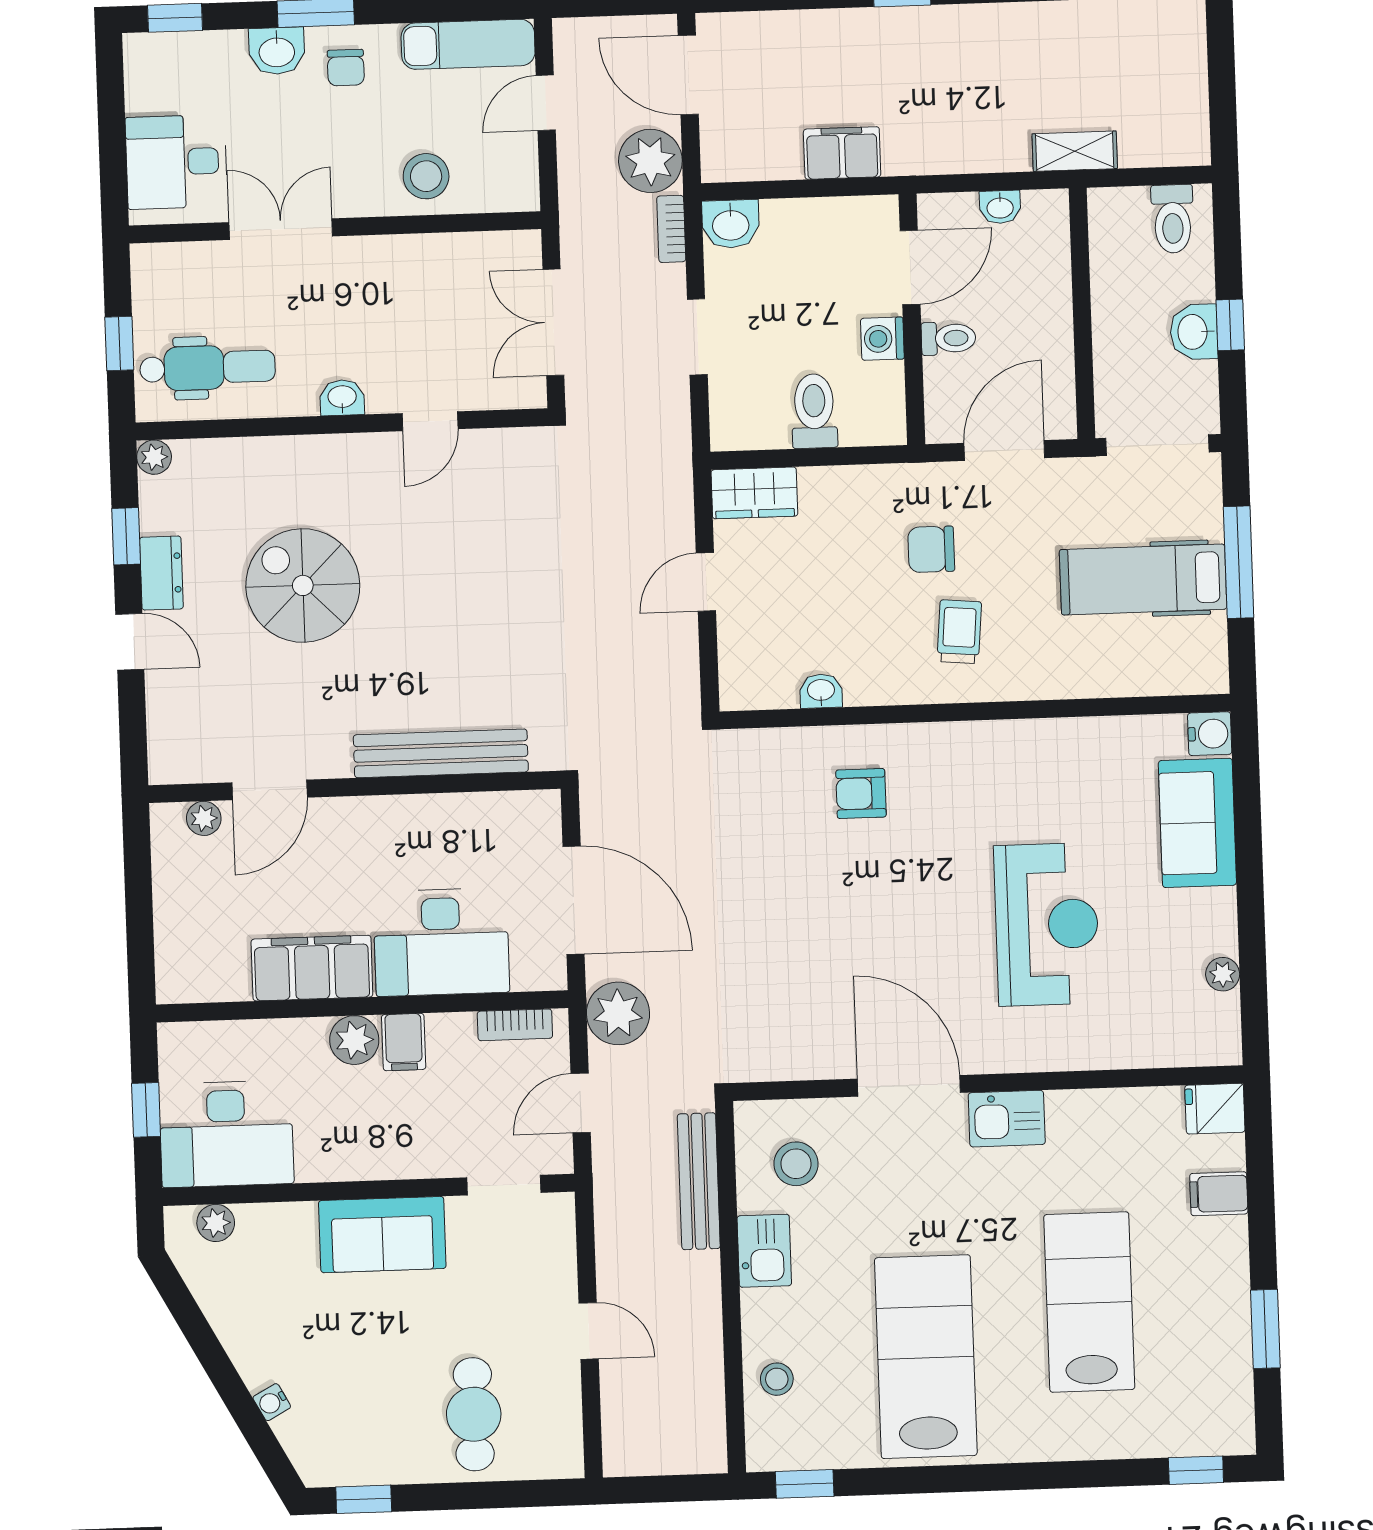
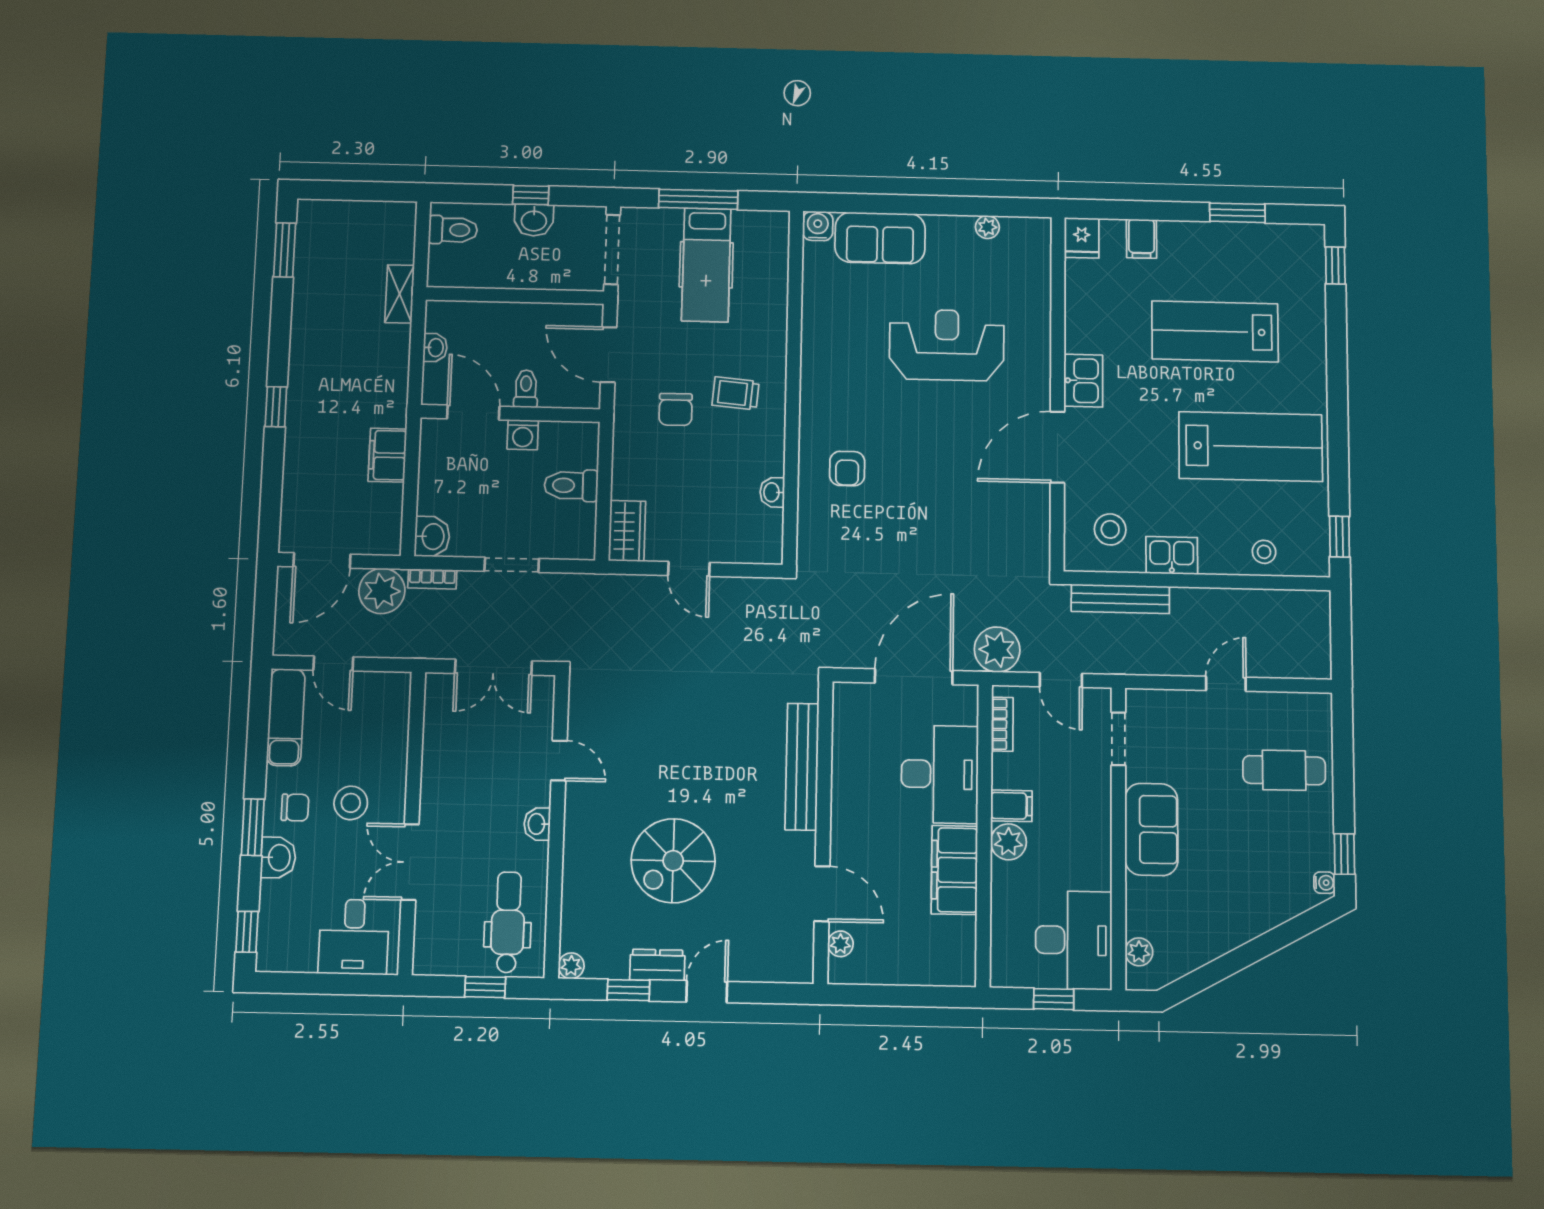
stool: (426, 176) -> (351, 803), moved
lab bench: (926, 1357) -> (1251, 447), turned 180
water cooler: (272, 1402) -> (1324, 883), moved, turned -61

